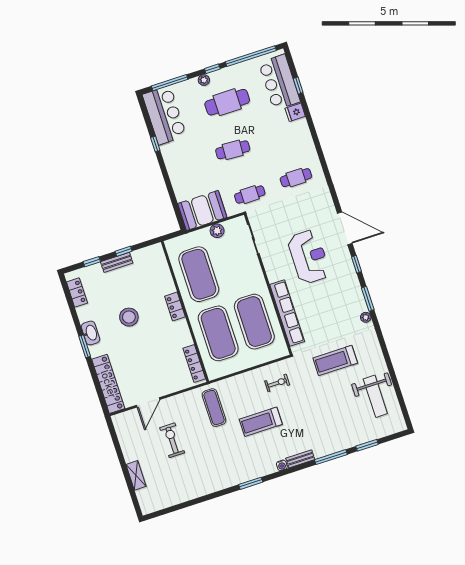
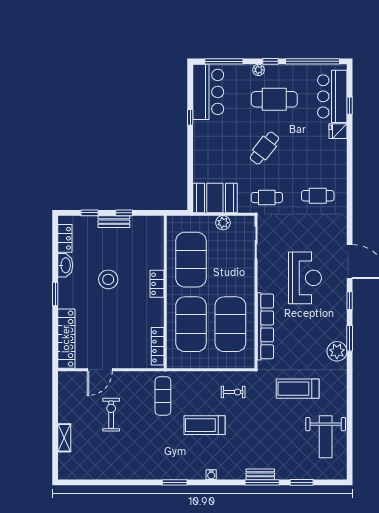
cafe table: (233, 150) -> (264, 148), turned -55
plant: (366, 317) -> (337, 351), width x1.88, depth x1.88
washbasin: (90, 333) -> (65, 265), moved
bench: (300, 459) -> (260, 474), moved

